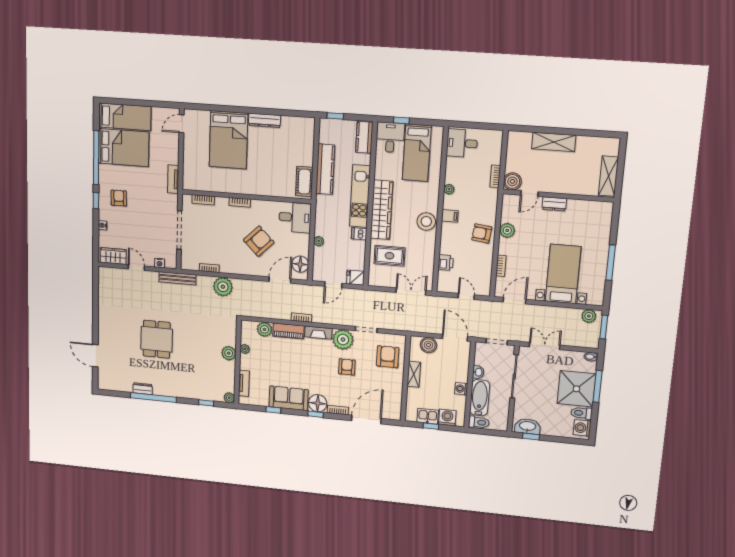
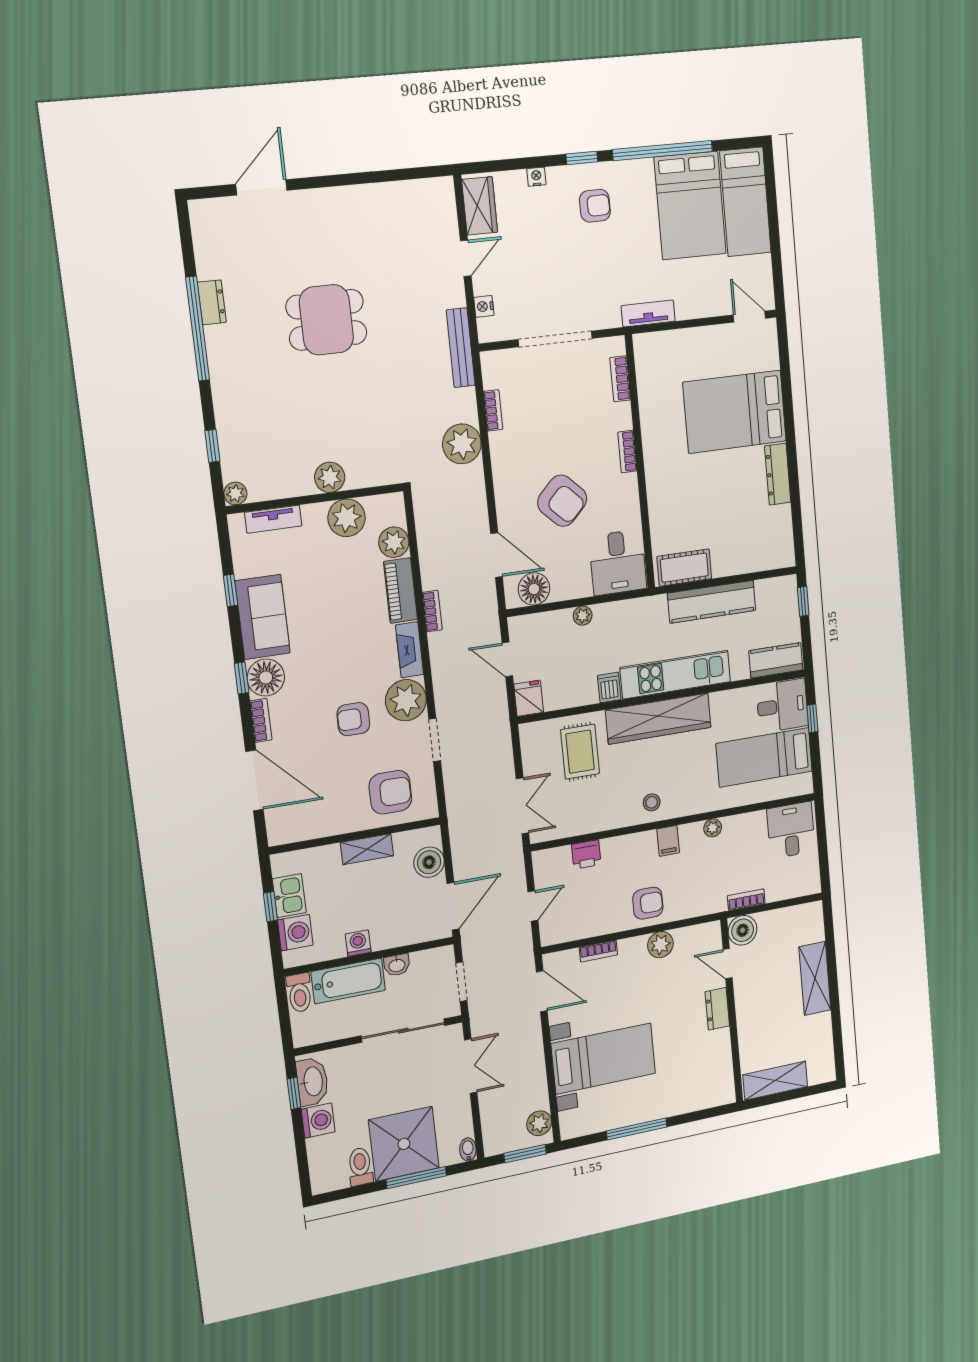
stool: (426, 221) -> (652, 802), width x0.53, depth x0.53
armchair: (482, 233) -> (648, 903), turned 83
plant: (245, 349) -> (347, 518), width x1.88, depth x1.88
armchair: (347, 367) -> (353, 719), turned 180
washing machine: (582, 428) -> (318, 1121), moved, turned 90

